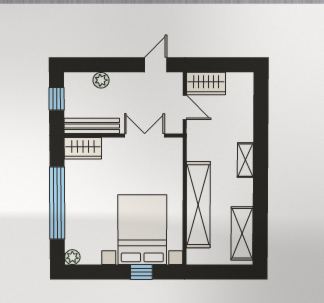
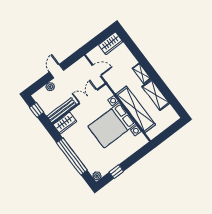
door: (156, 65) -> (56, 71), moved
wardrobe: (206, 84) -> (111, 43), moved
bed with nightstands: (142, 230) -> (112, 125), moved, turned -90
shelving: (242, 233) -> (156, 95), moved
window: (141, 272) -> (116, 172), moved

